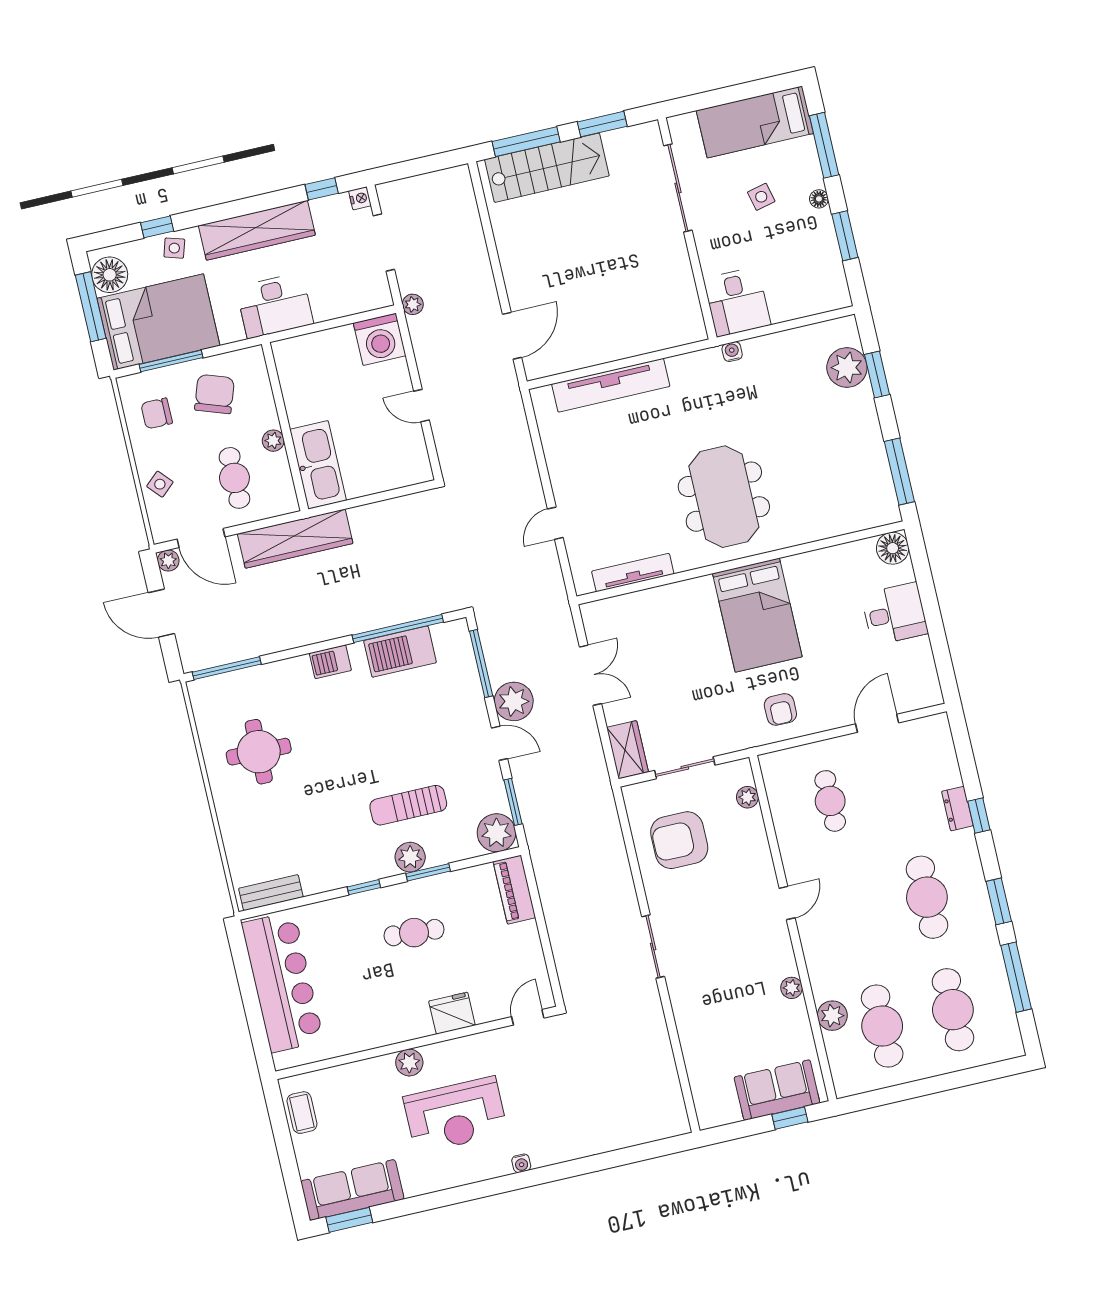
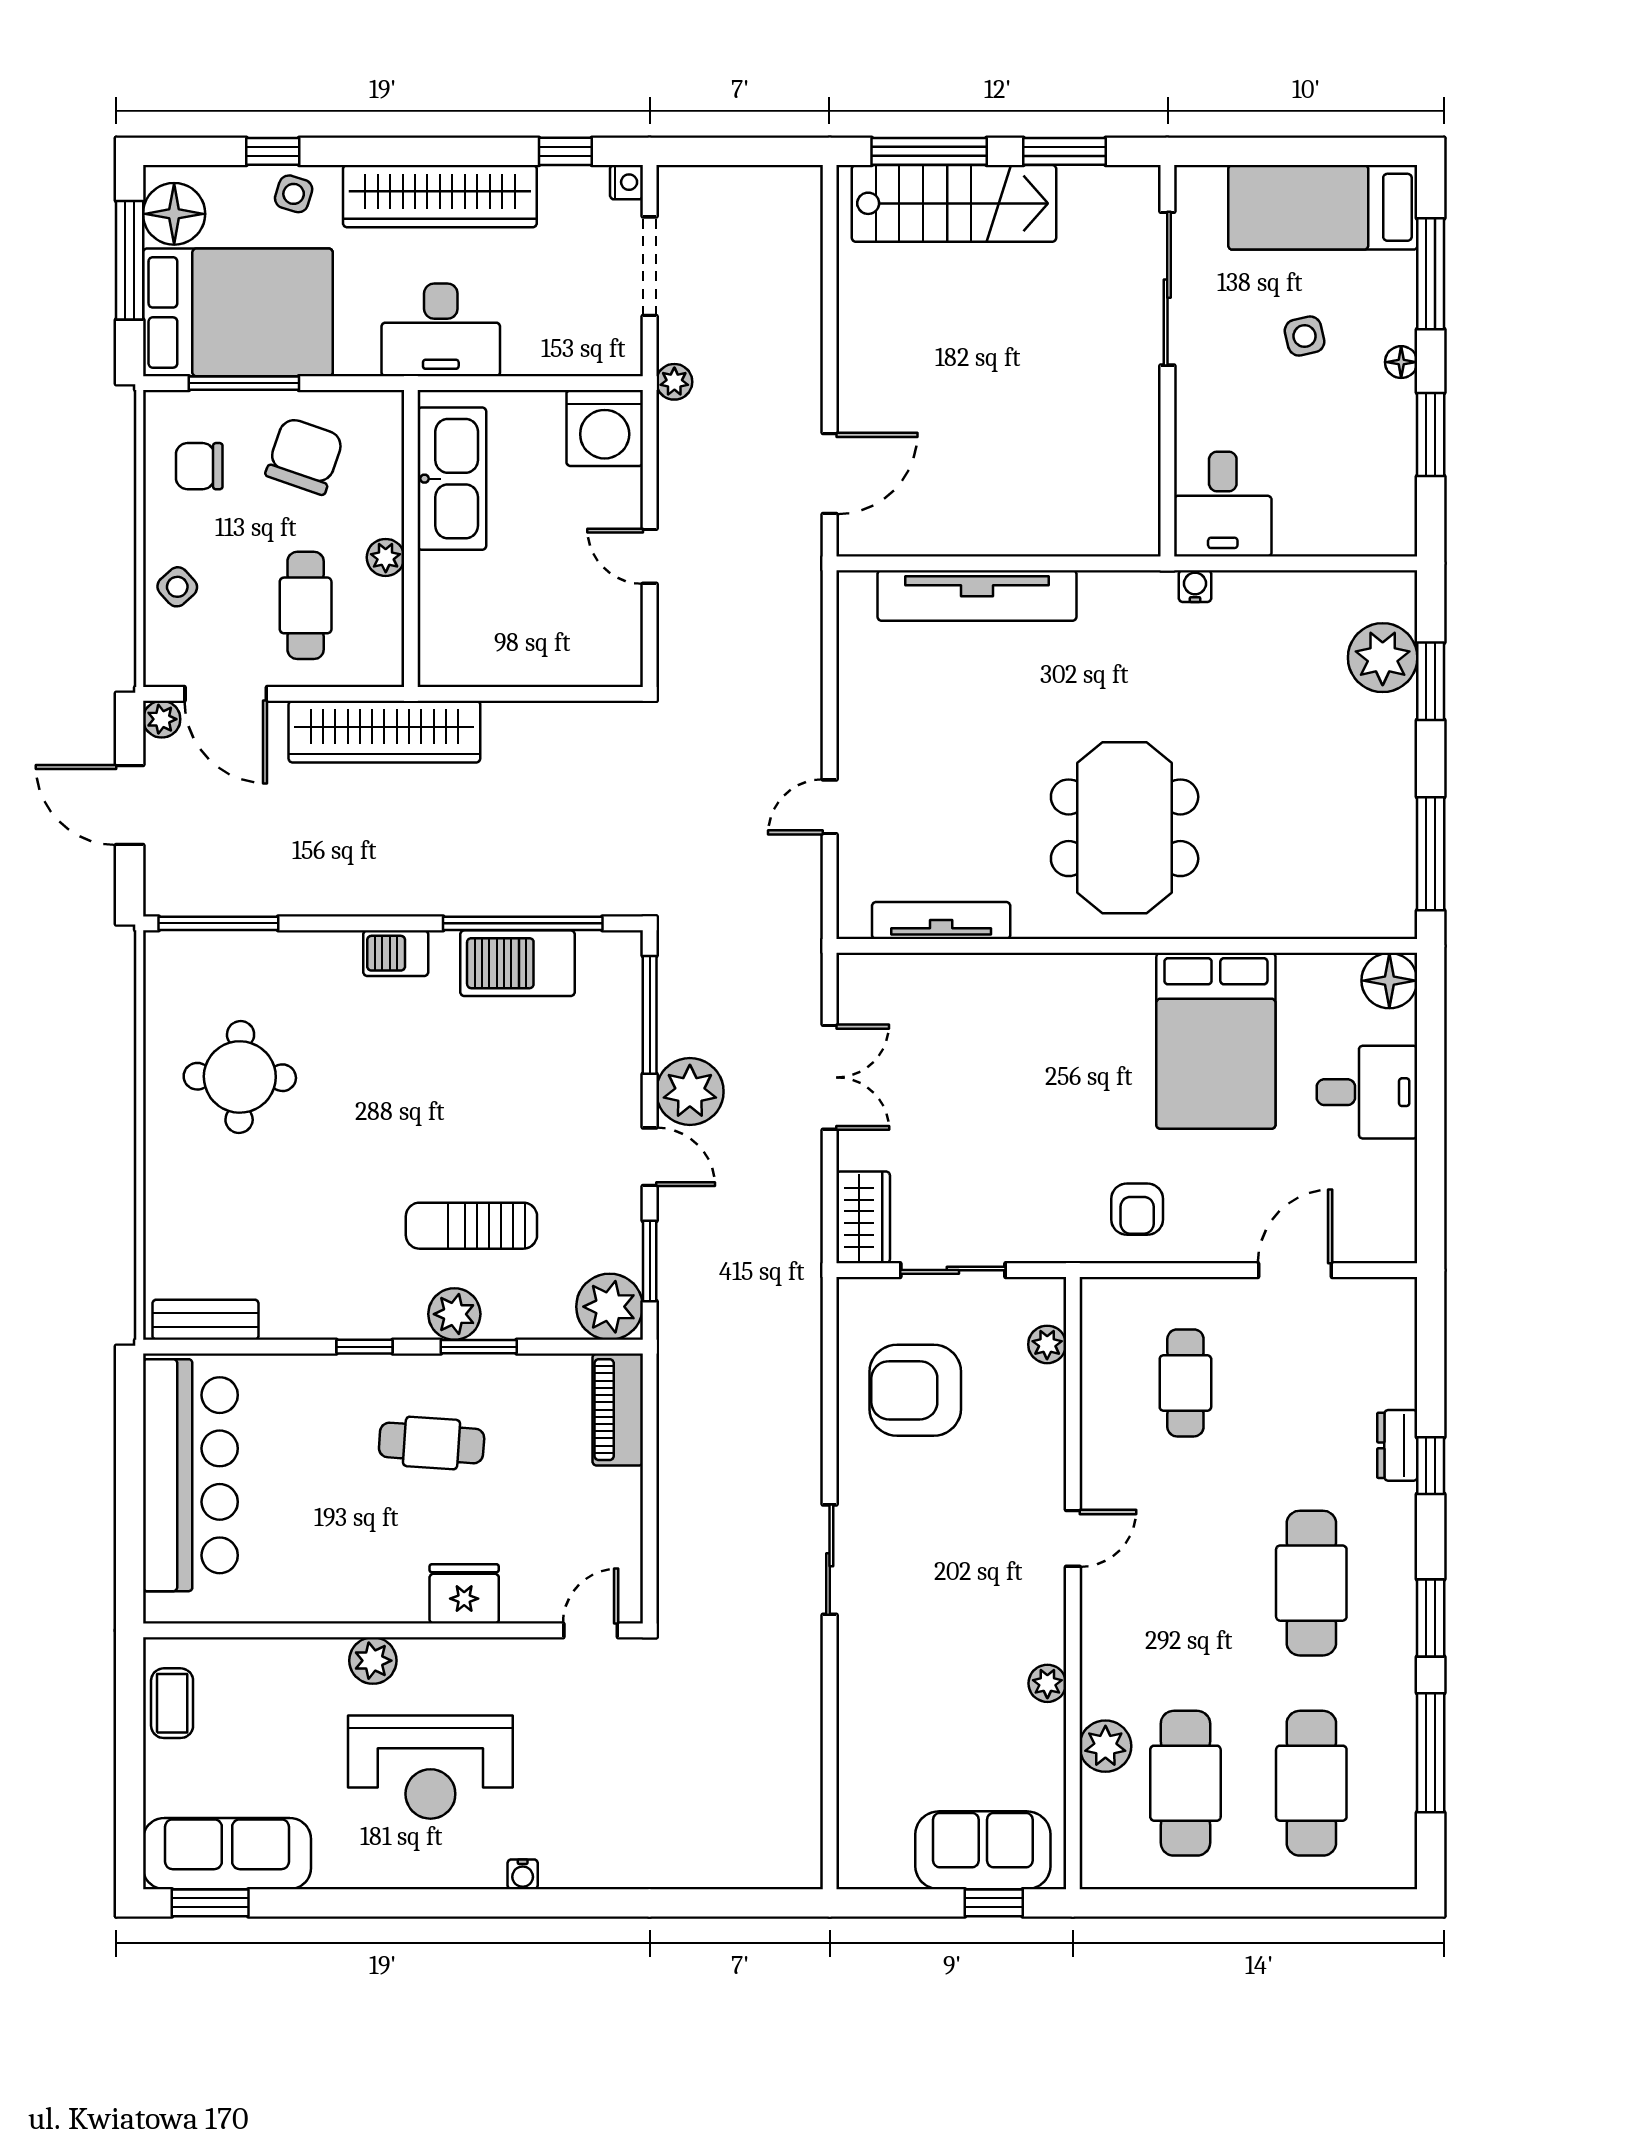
kitchen sink: (318, 465) -> (452, 479), moved
bed: (757, 615) -> (1216, 1041), moved

